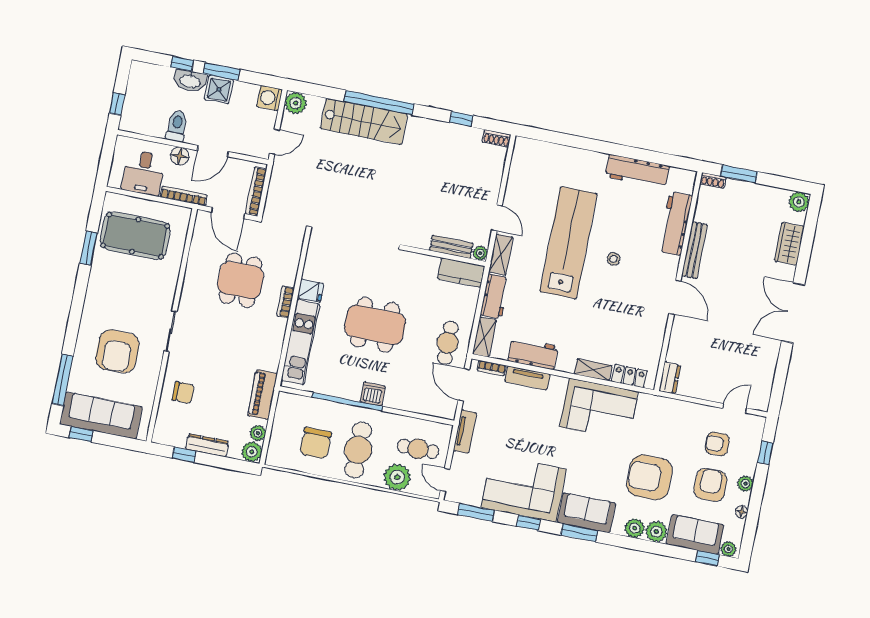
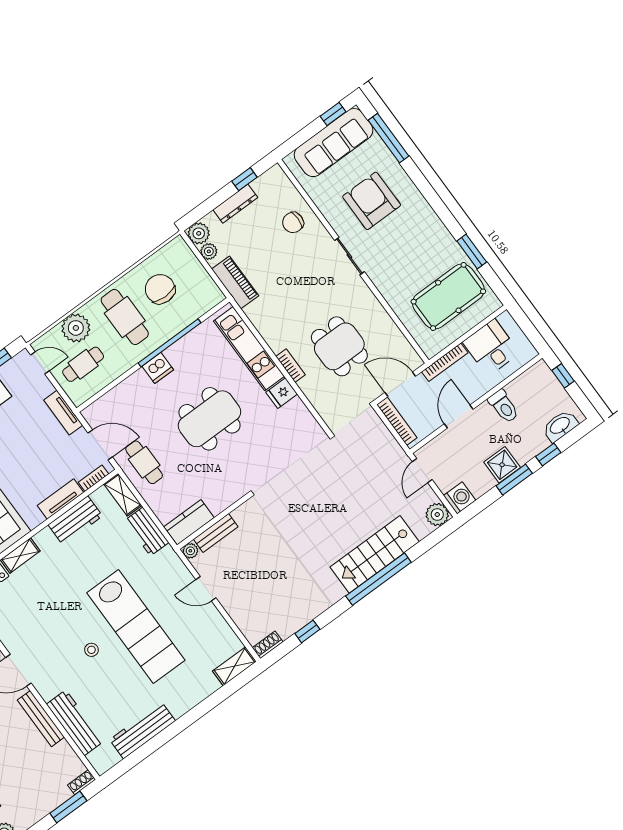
washbasin: (190, 81) -> (560, 426), moved
floor lamp: (180, 156) -> (478, 387), removed
shelving: (501, 255) -> (234, 666), moved, turned 90

